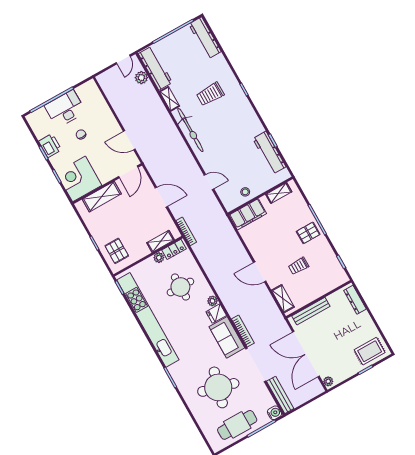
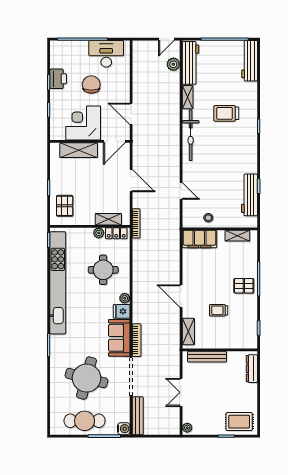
desk: (65, 109) -> (106, 54), moved
chair: (81, 134) -> (91, 85), width x1.87, depth x1.87
corner desk: (79, 179) -> (83, 123), moved
double door: (306, 354) -> (181, 392), width x0.54

